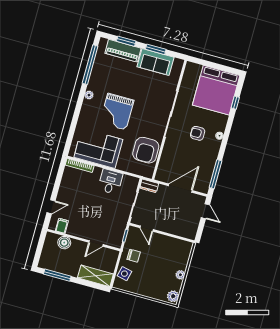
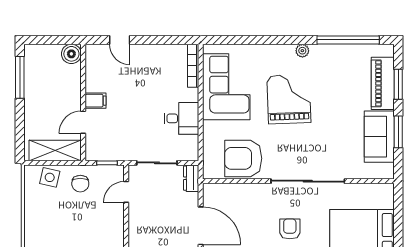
grand piano: (117, 112) -> (289, 99), turned 88
filing cabinet: (62, 226) -> (96, 101), moved
boiler: (64, 243) -> (71, 54), moved
door: (96, 243) -> (83, 122), hinge flipped
shelving: (95, 276) -> (55, 150), moved, turned 90

